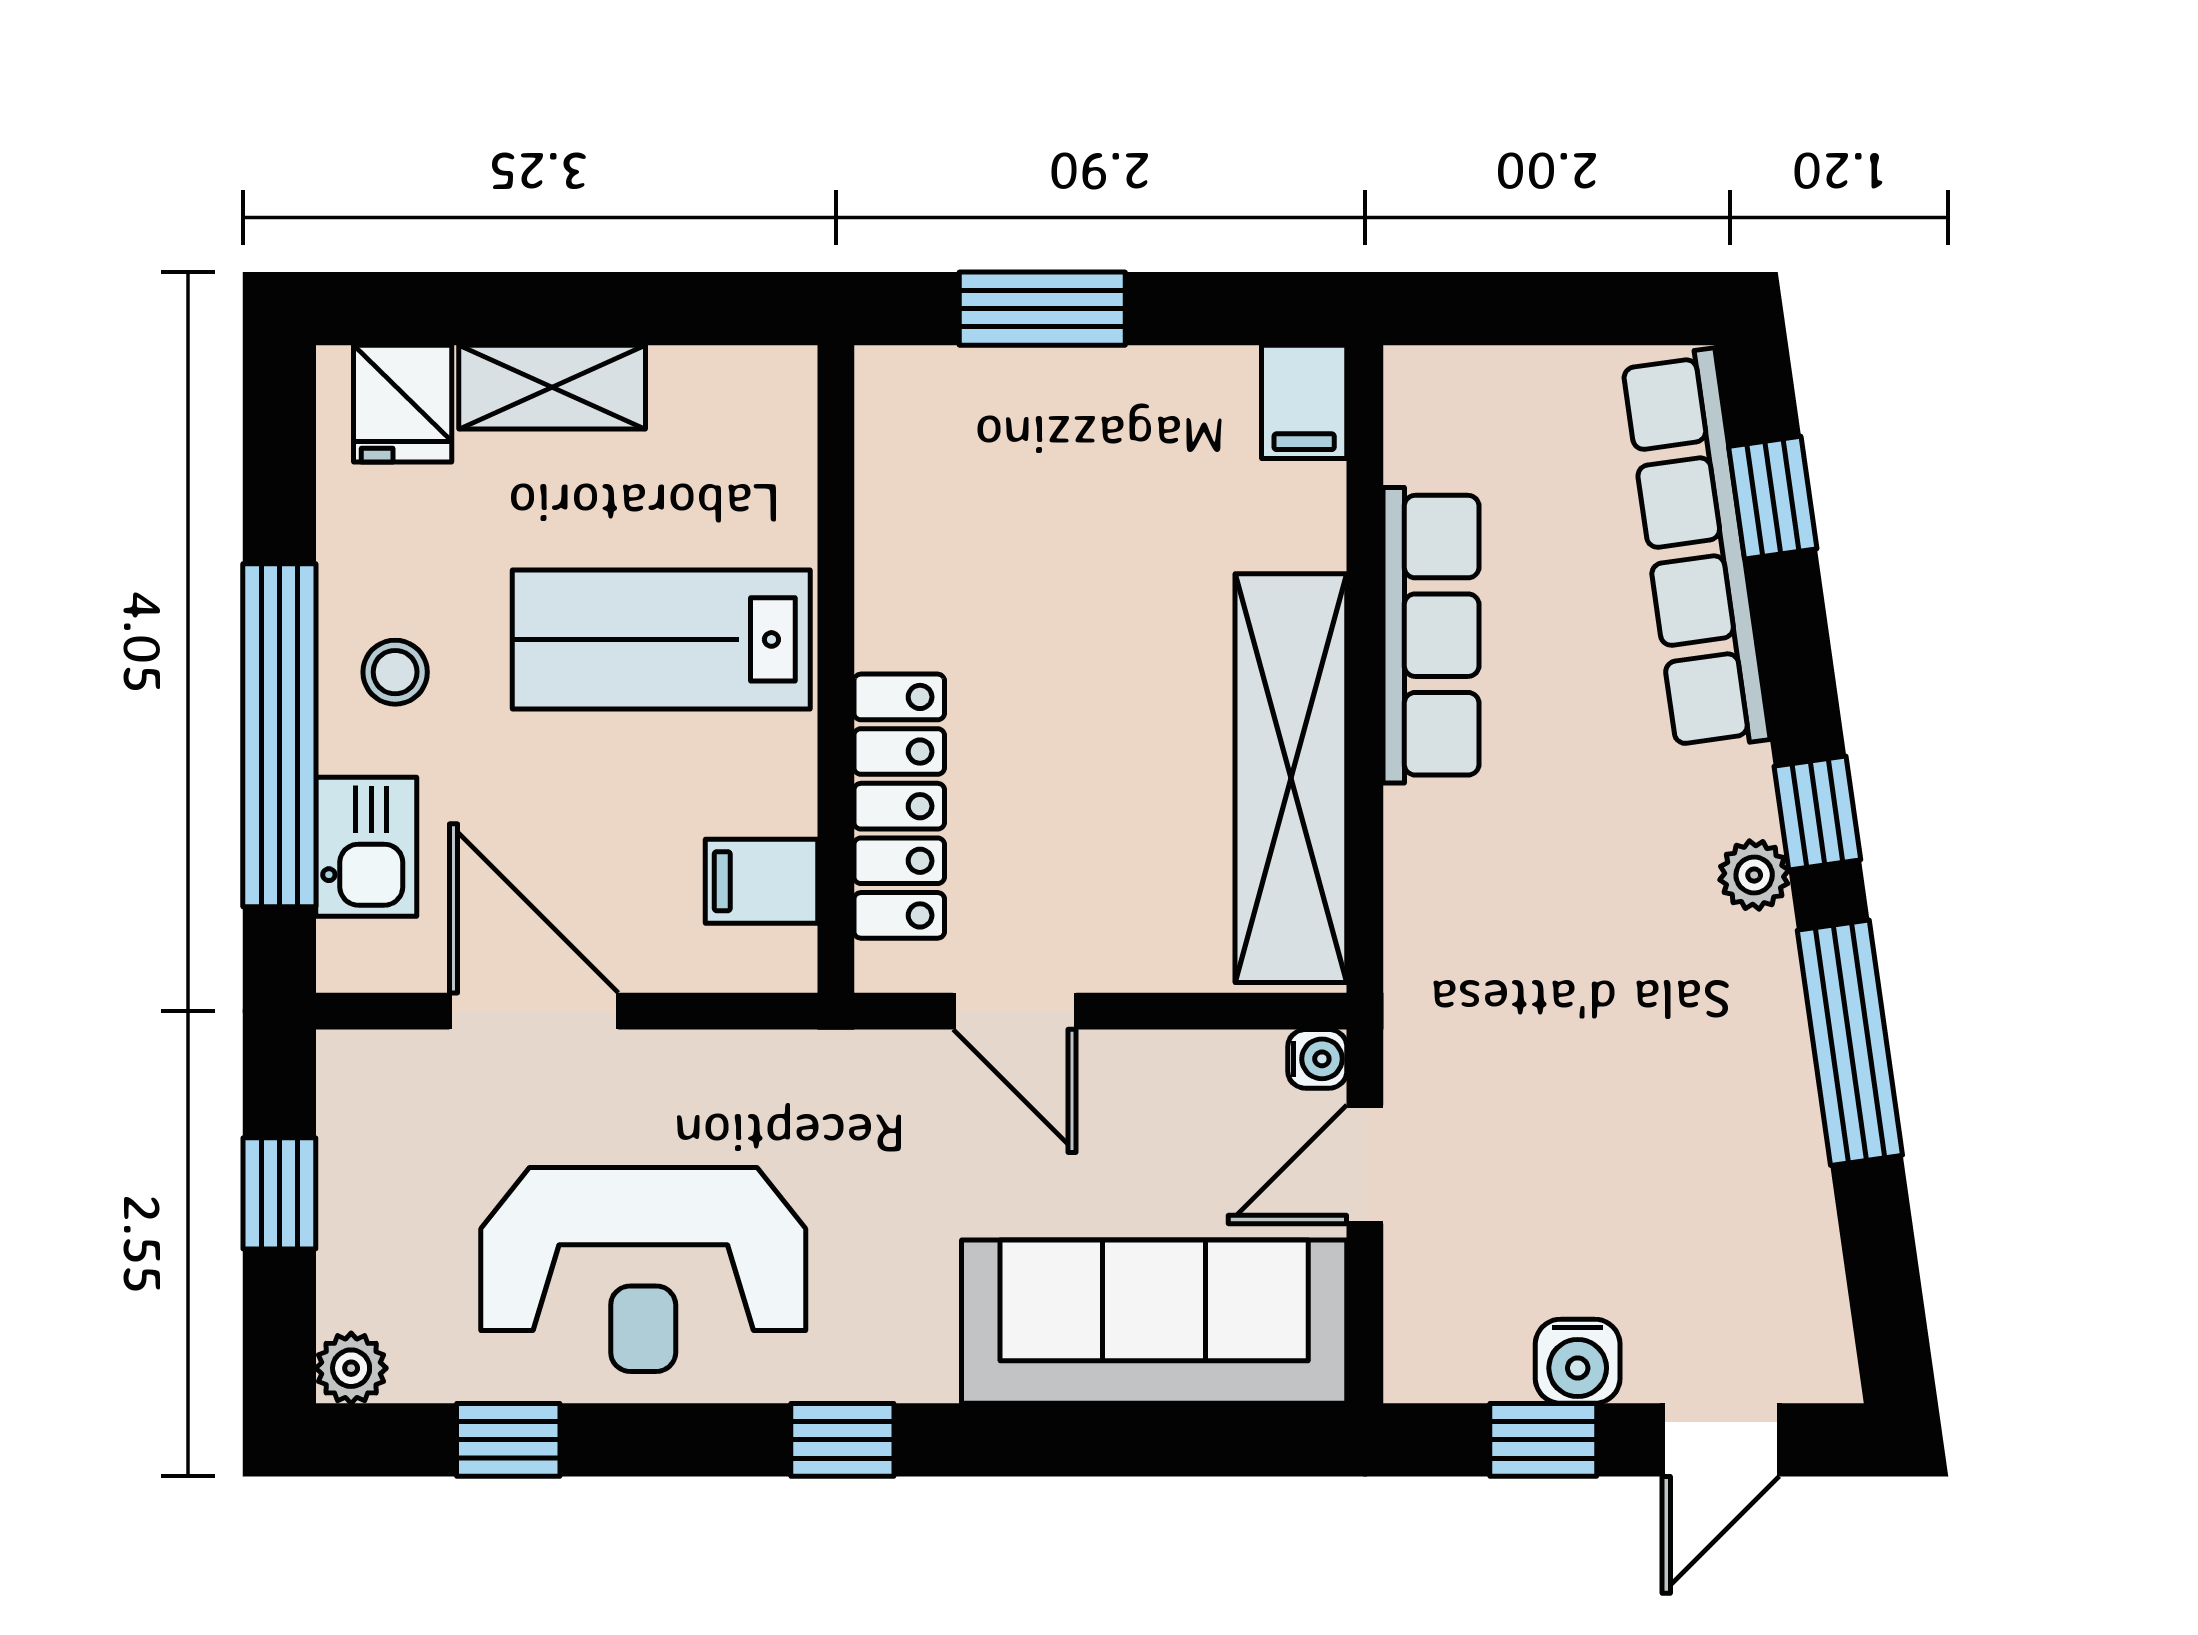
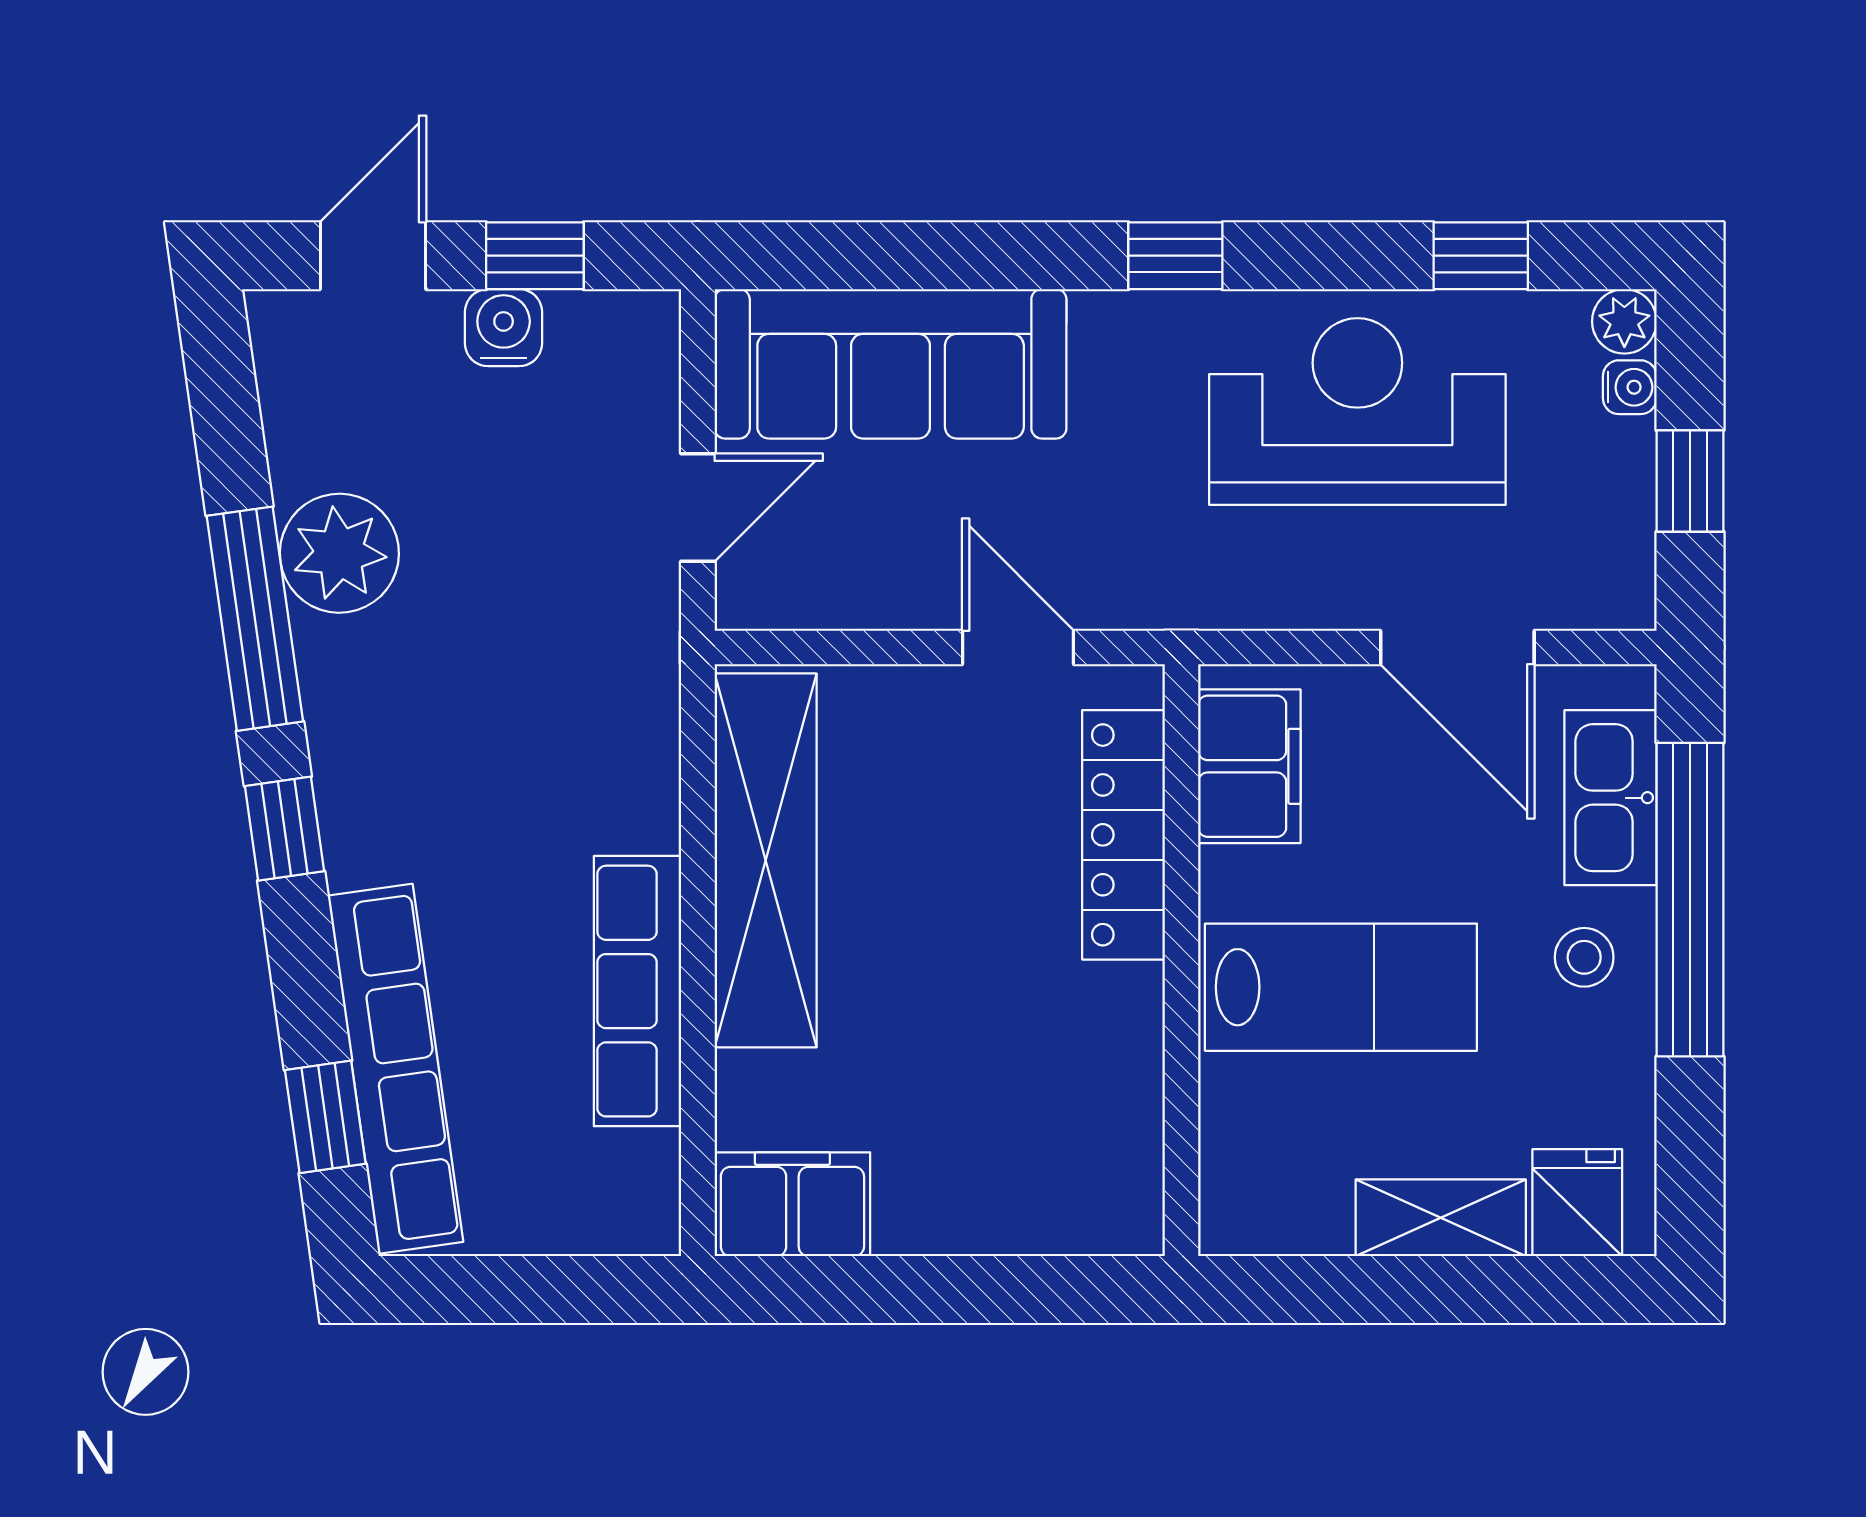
window: (1042, 309) -> (993, 1289), removed
filing cabinet: (1304, 402) -> (792, 1204), width x2.00
kitchen sink: (366, 847) -> (1611, 798), width x1.38
plant: (1754, 875) -> (339, 553), moved, width x1.88, depth x1.88
filing cabinet: (761, 881) -> (1249, 766), width x2.00
water cooler: (1317, 1059) -> (1630, 387), moved, turned 180

